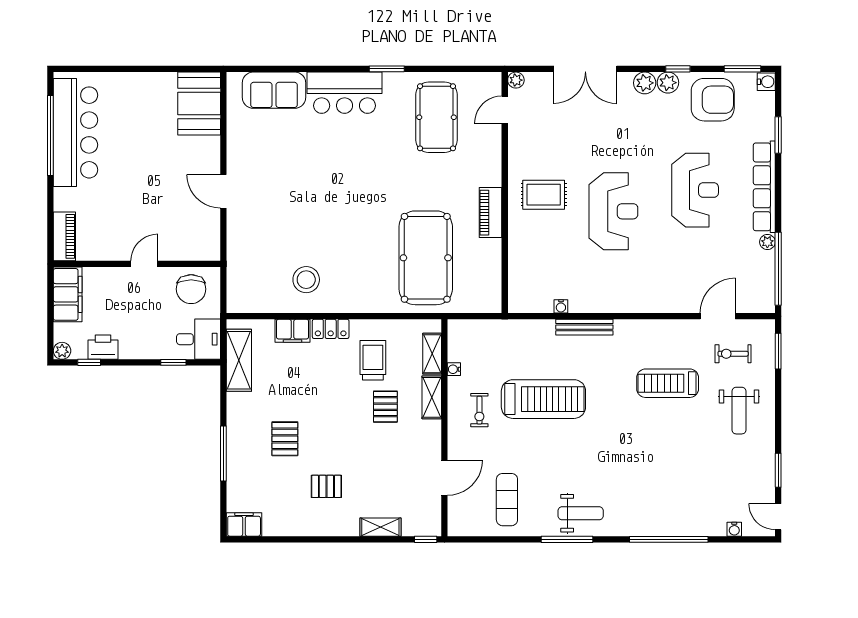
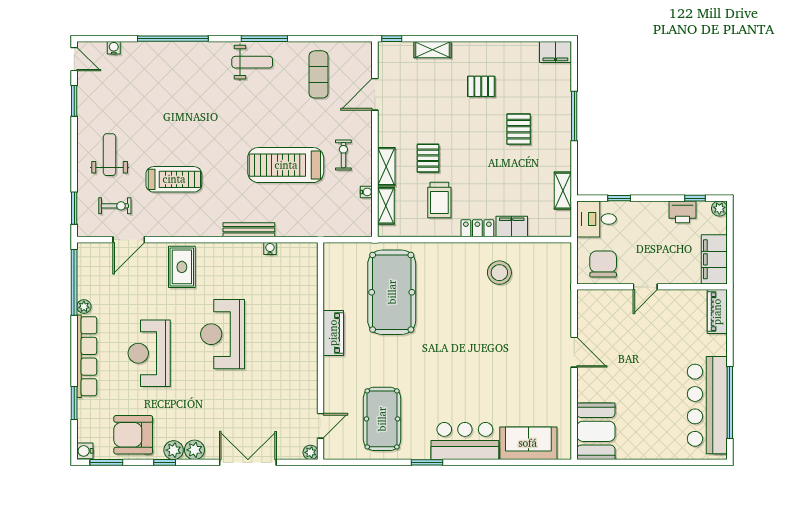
rug: (544, 195) -> (182, 267), moved, turned 90
shelving: (239, 360) -> (563, 191), width x0.67, depth x0.75
weight bench: (581, 513) -> (252, 62), turned 180

